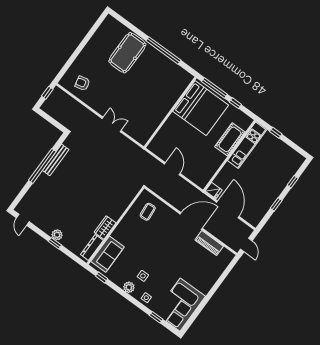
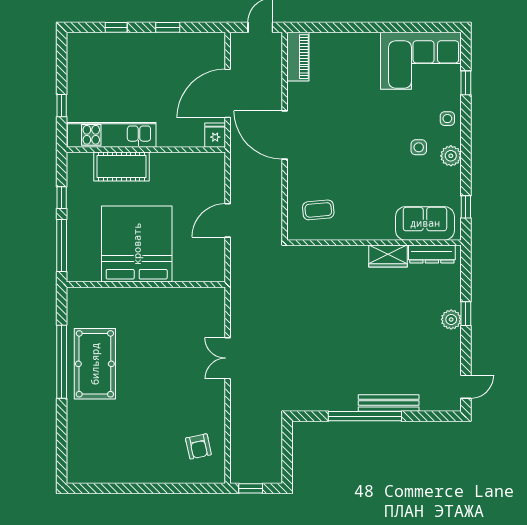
pool table: (127, 53) -> (95, 364), moved, turned 90
bed: (201, 108) -> (137, 244), moved
bench: (56, 160) -> (389, 403), moved
piano: (209, 243) -> (298, 57), moved

